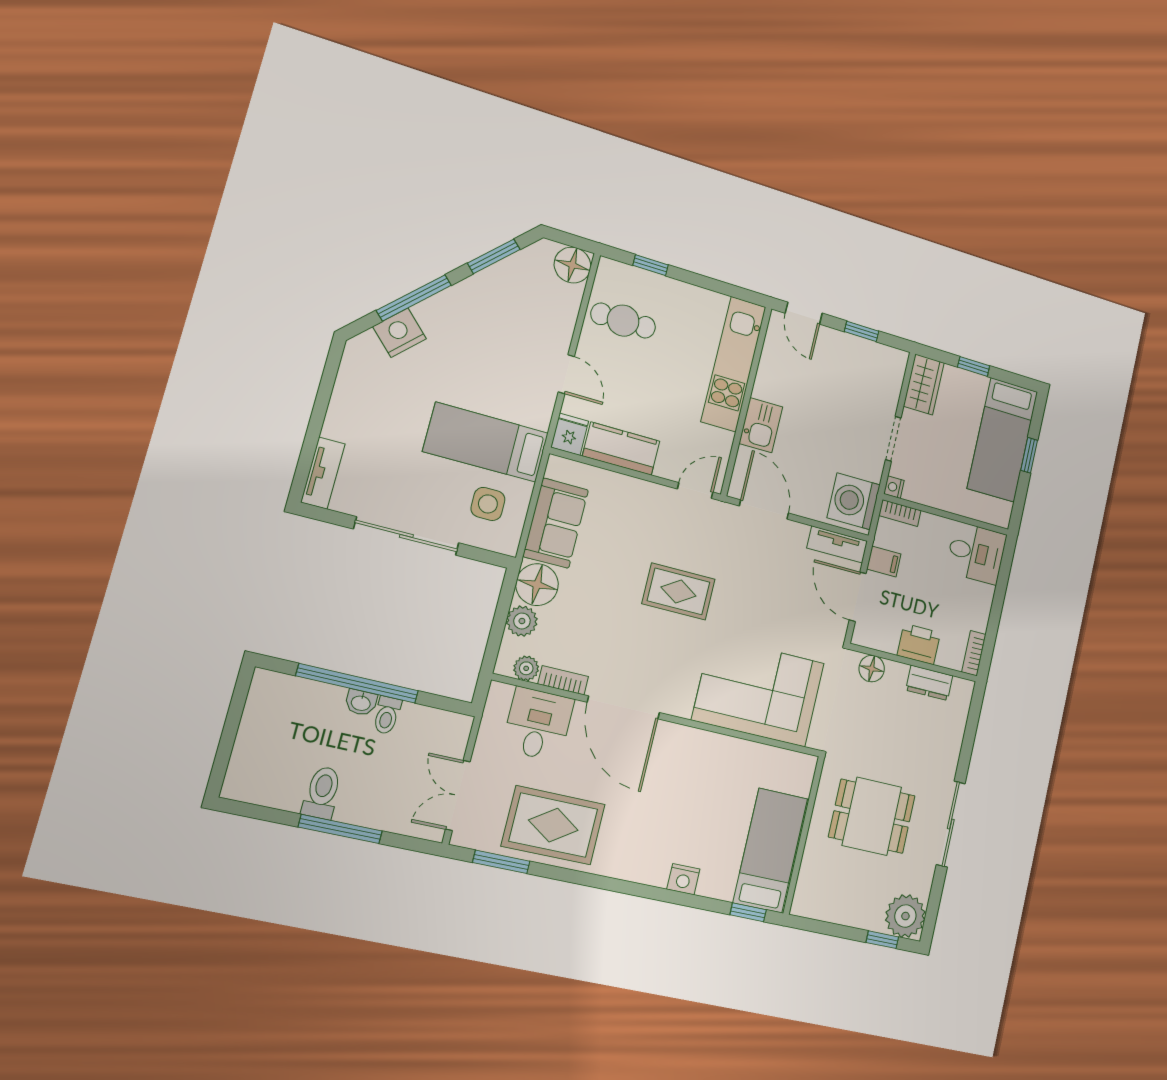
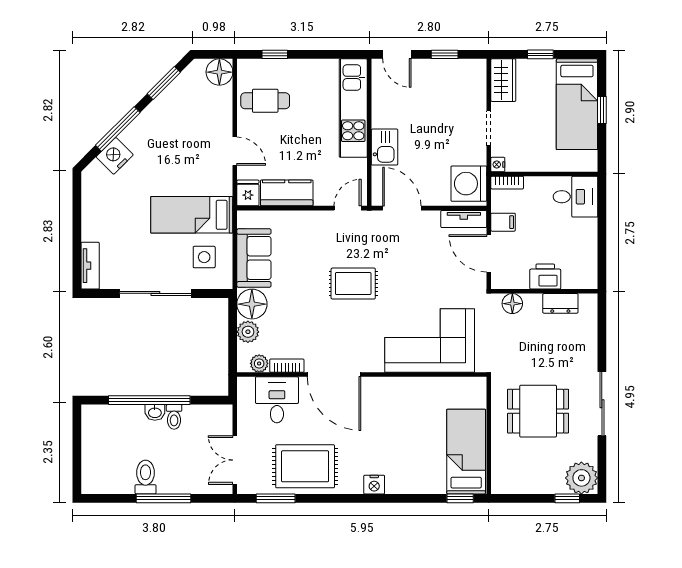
bookcase: (974, 653) -> (591, 273), removed
nightstand: (683, 879) -> (374, 485), moved

